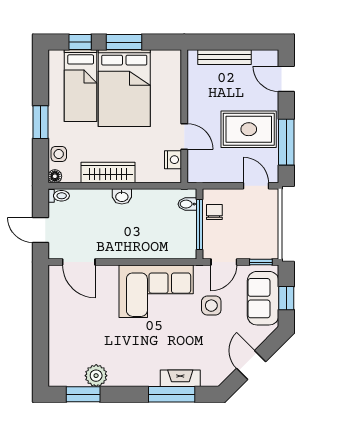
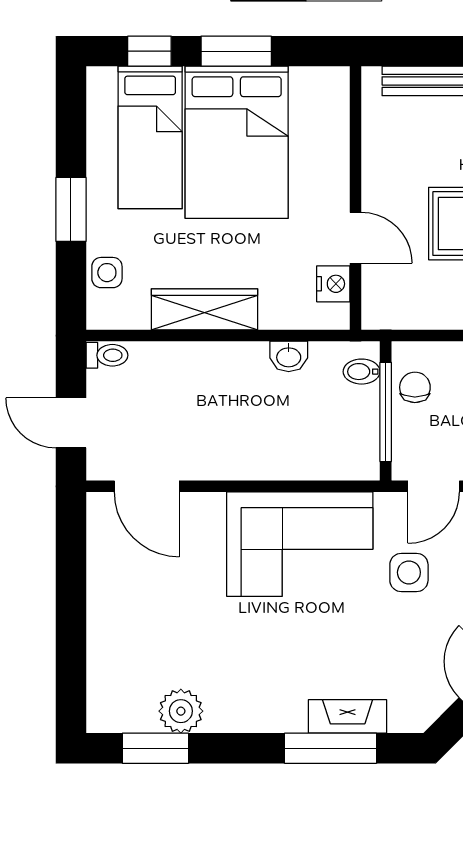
floor lamp: (55, 176) -> (99, 317), removed
washbasin: (122, 196) -> (289, 356), moved

